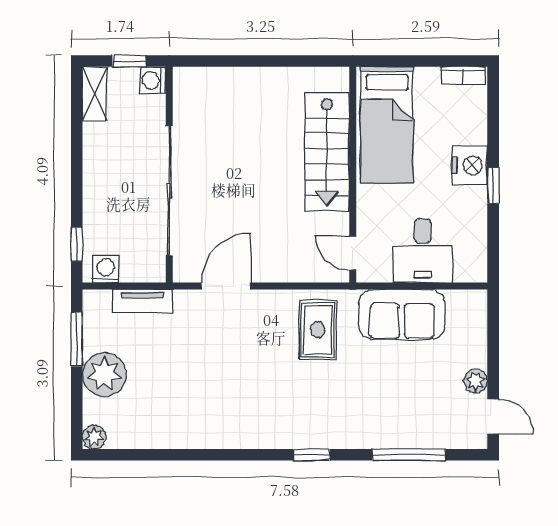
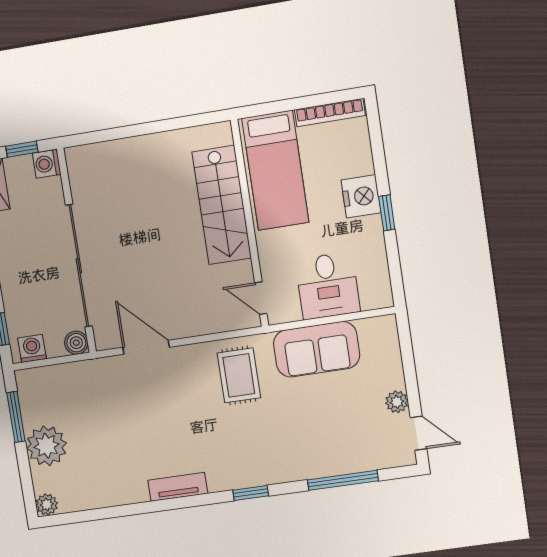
bookcase: (463, 76) -> (330, 113), width x1.56
boiler: (154, 270) -> (76, 343), added
door: (226, 286) -> (146, 347), hinge flipped
tv unit: (142, 301) -> (178, 487), moved, turned 180

